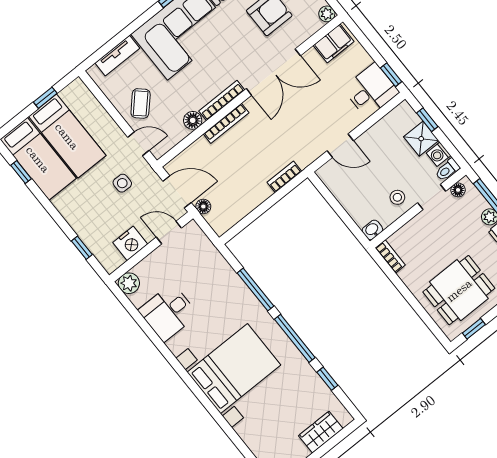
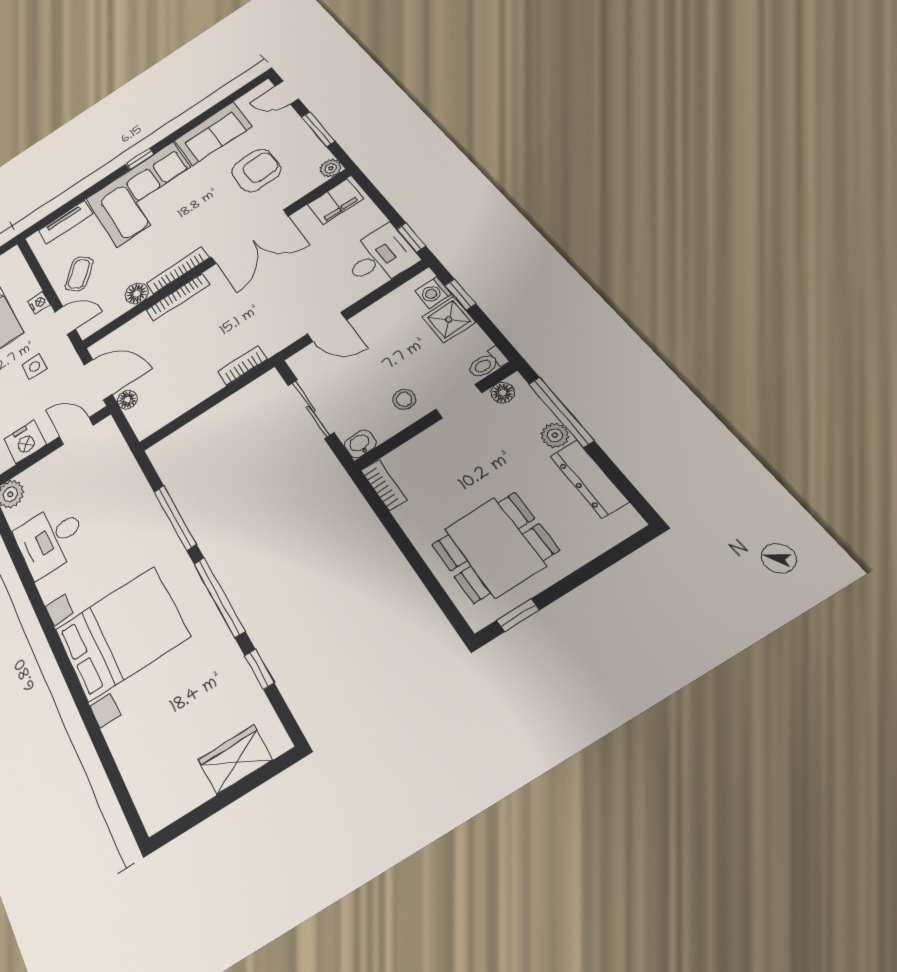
nightstand: (112, 129) -> (39, 303), added
washing machine: (439, 154) -> (433, 293), moved
sliding door: (337, 207) -> (311, 409), added

